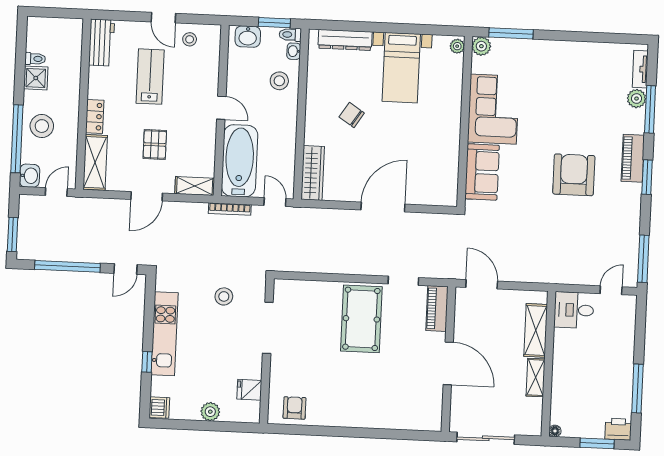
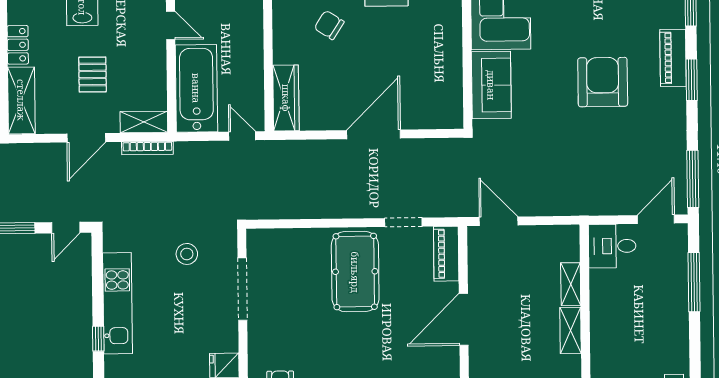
bookcase: (230, 209) -> (147, 148), moved
door: (611, 290) -> (656, 219), width x1.38
shelving: (536, 330) -> (571, 284), width x0.67, depth x0.75
door: (448, 363) -> (464, 319), swing flipped
window: (637, 389) -> (694, 282), moved

